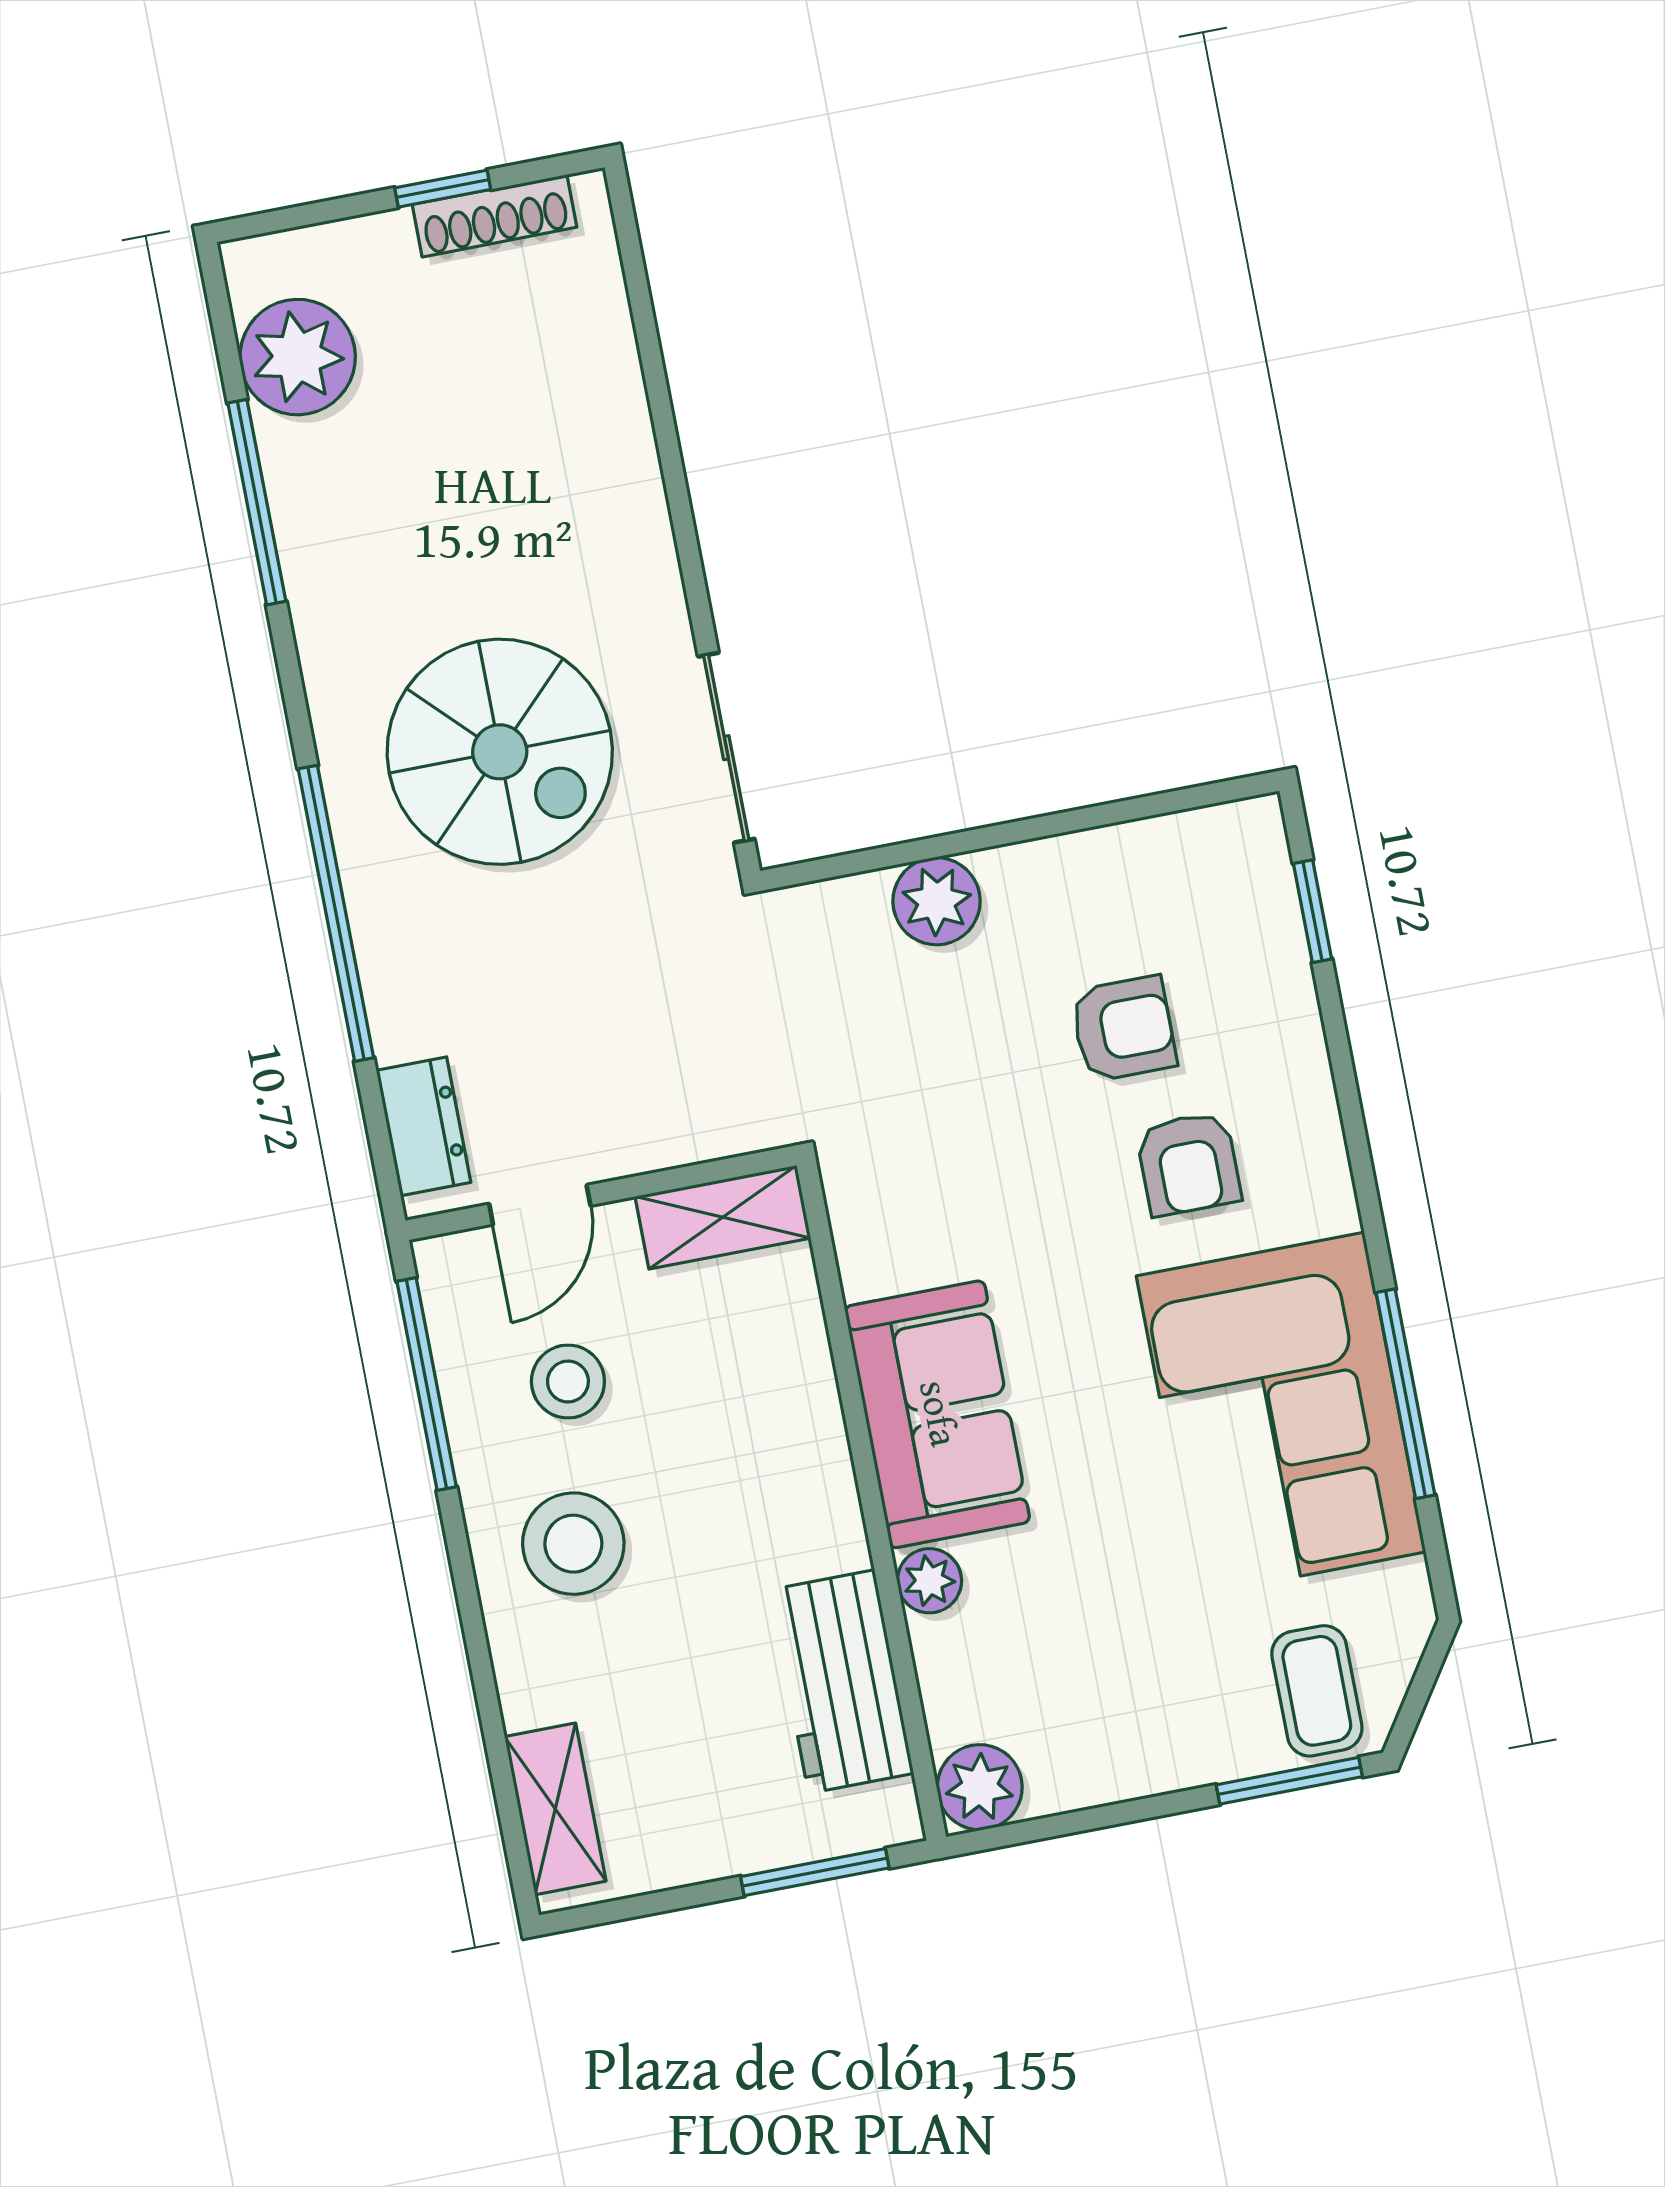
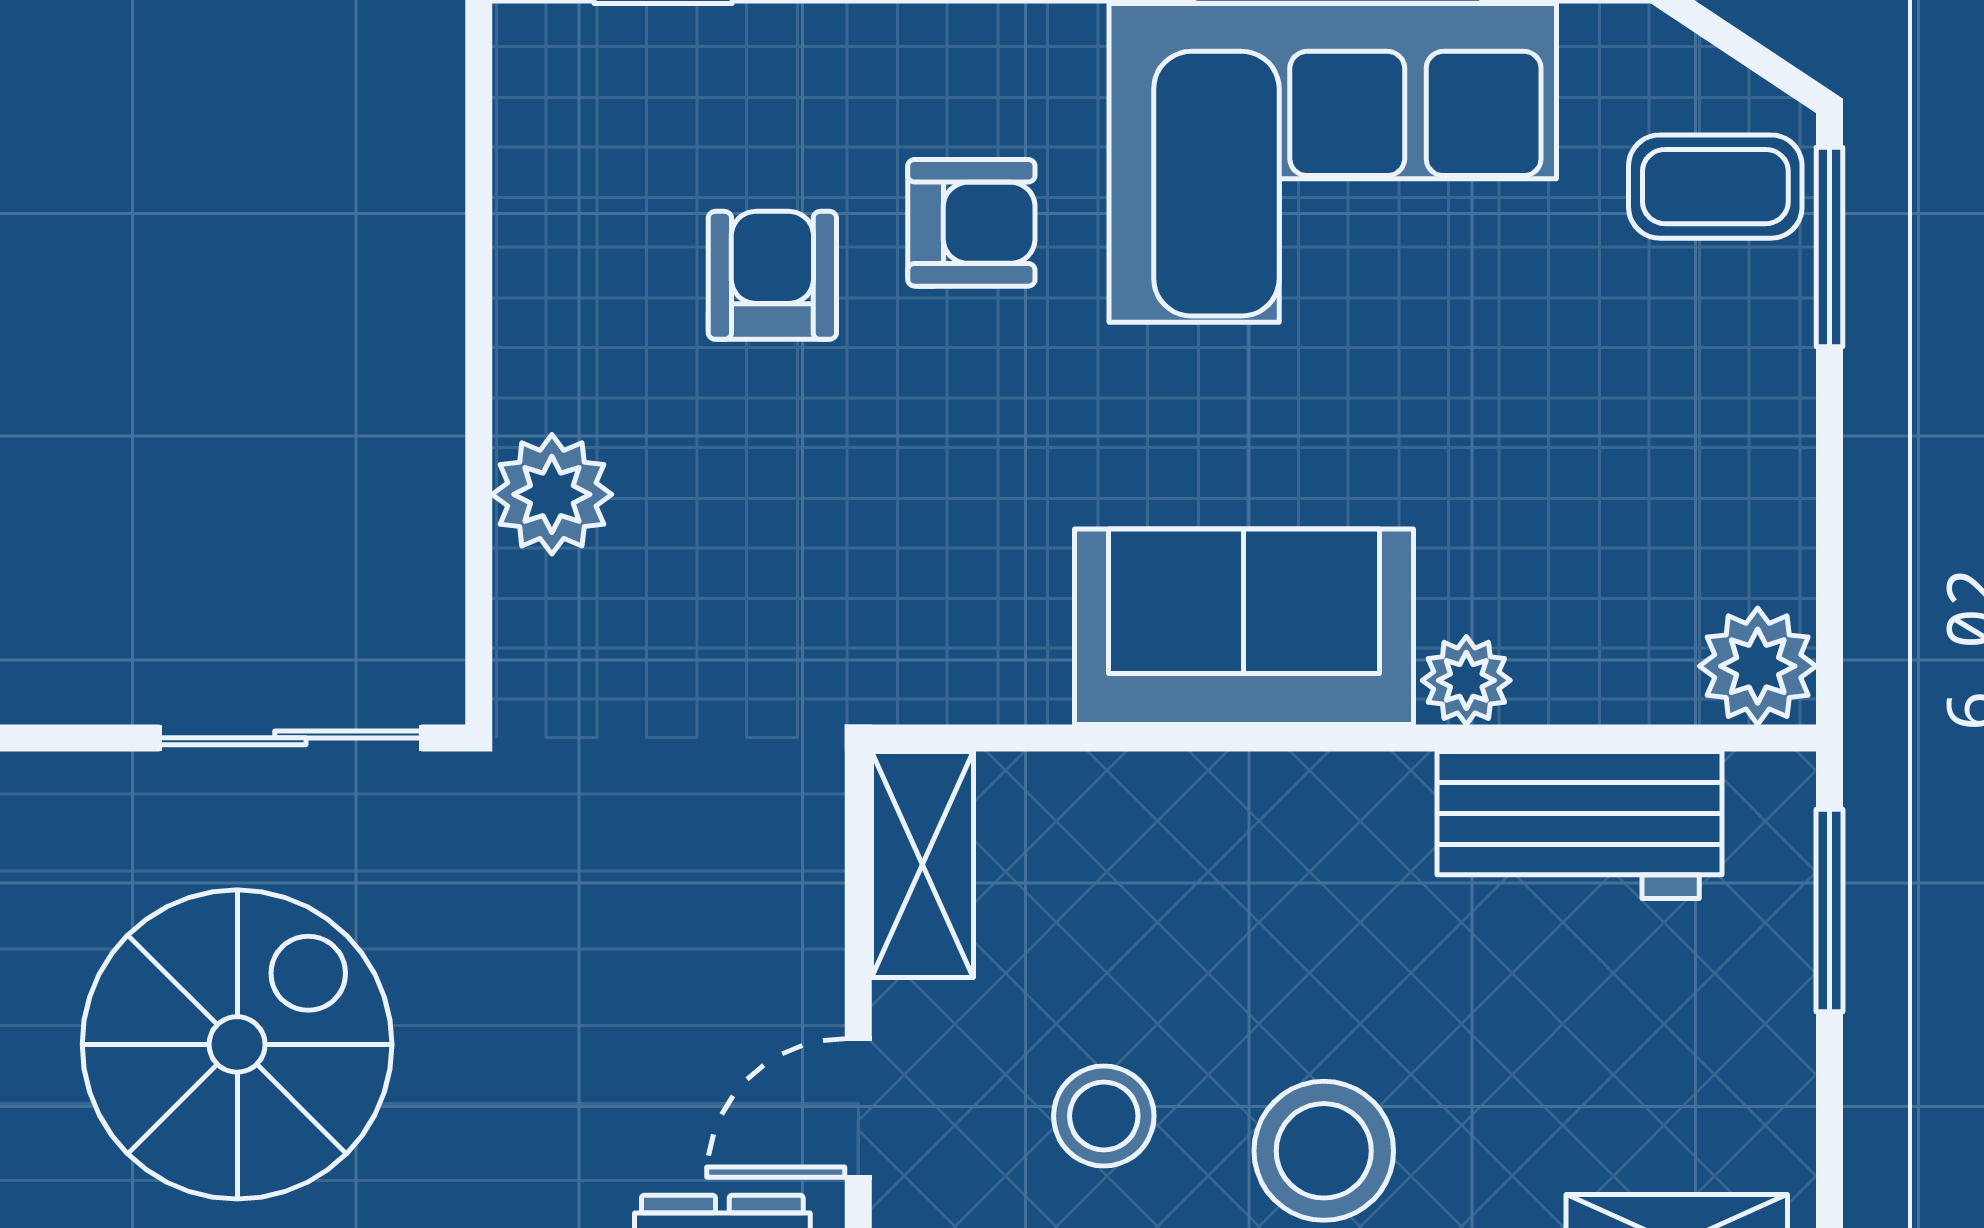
door: (540, 1205) -> (858, 1108), swing flipped

